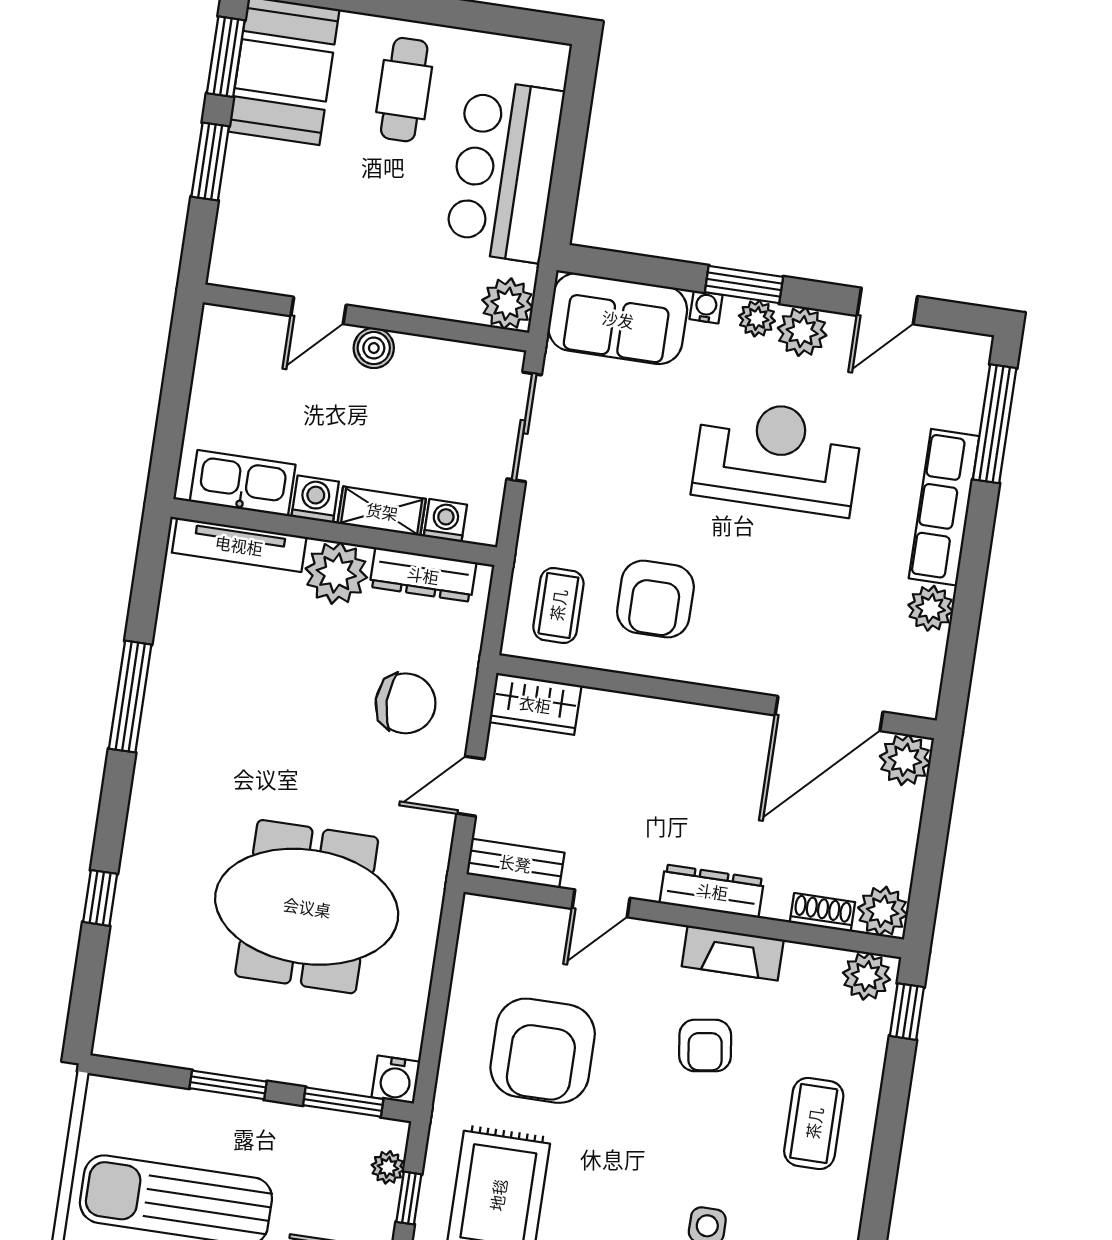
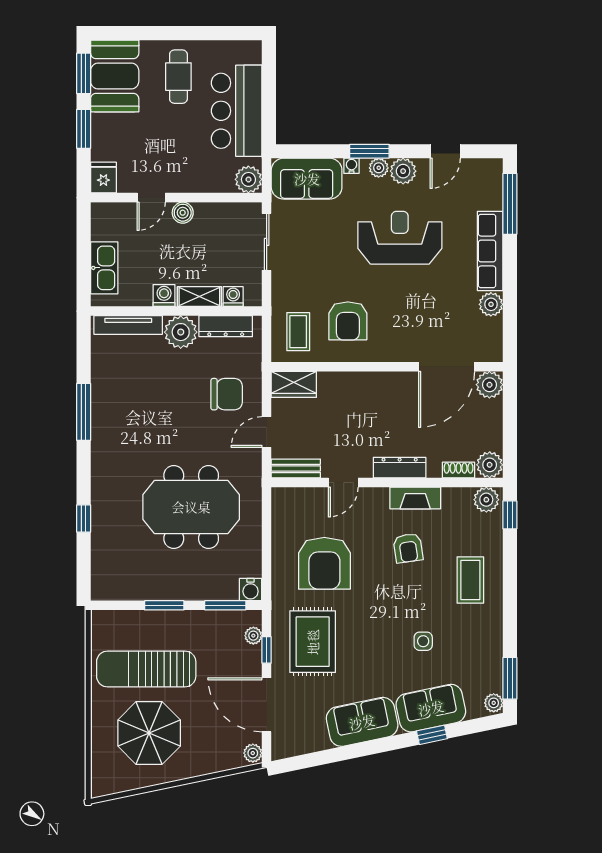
fridge: (234, 259) -> (103, 178), added
kitchen sink: (243, 483) -> (104, 268), moved, turned 90

